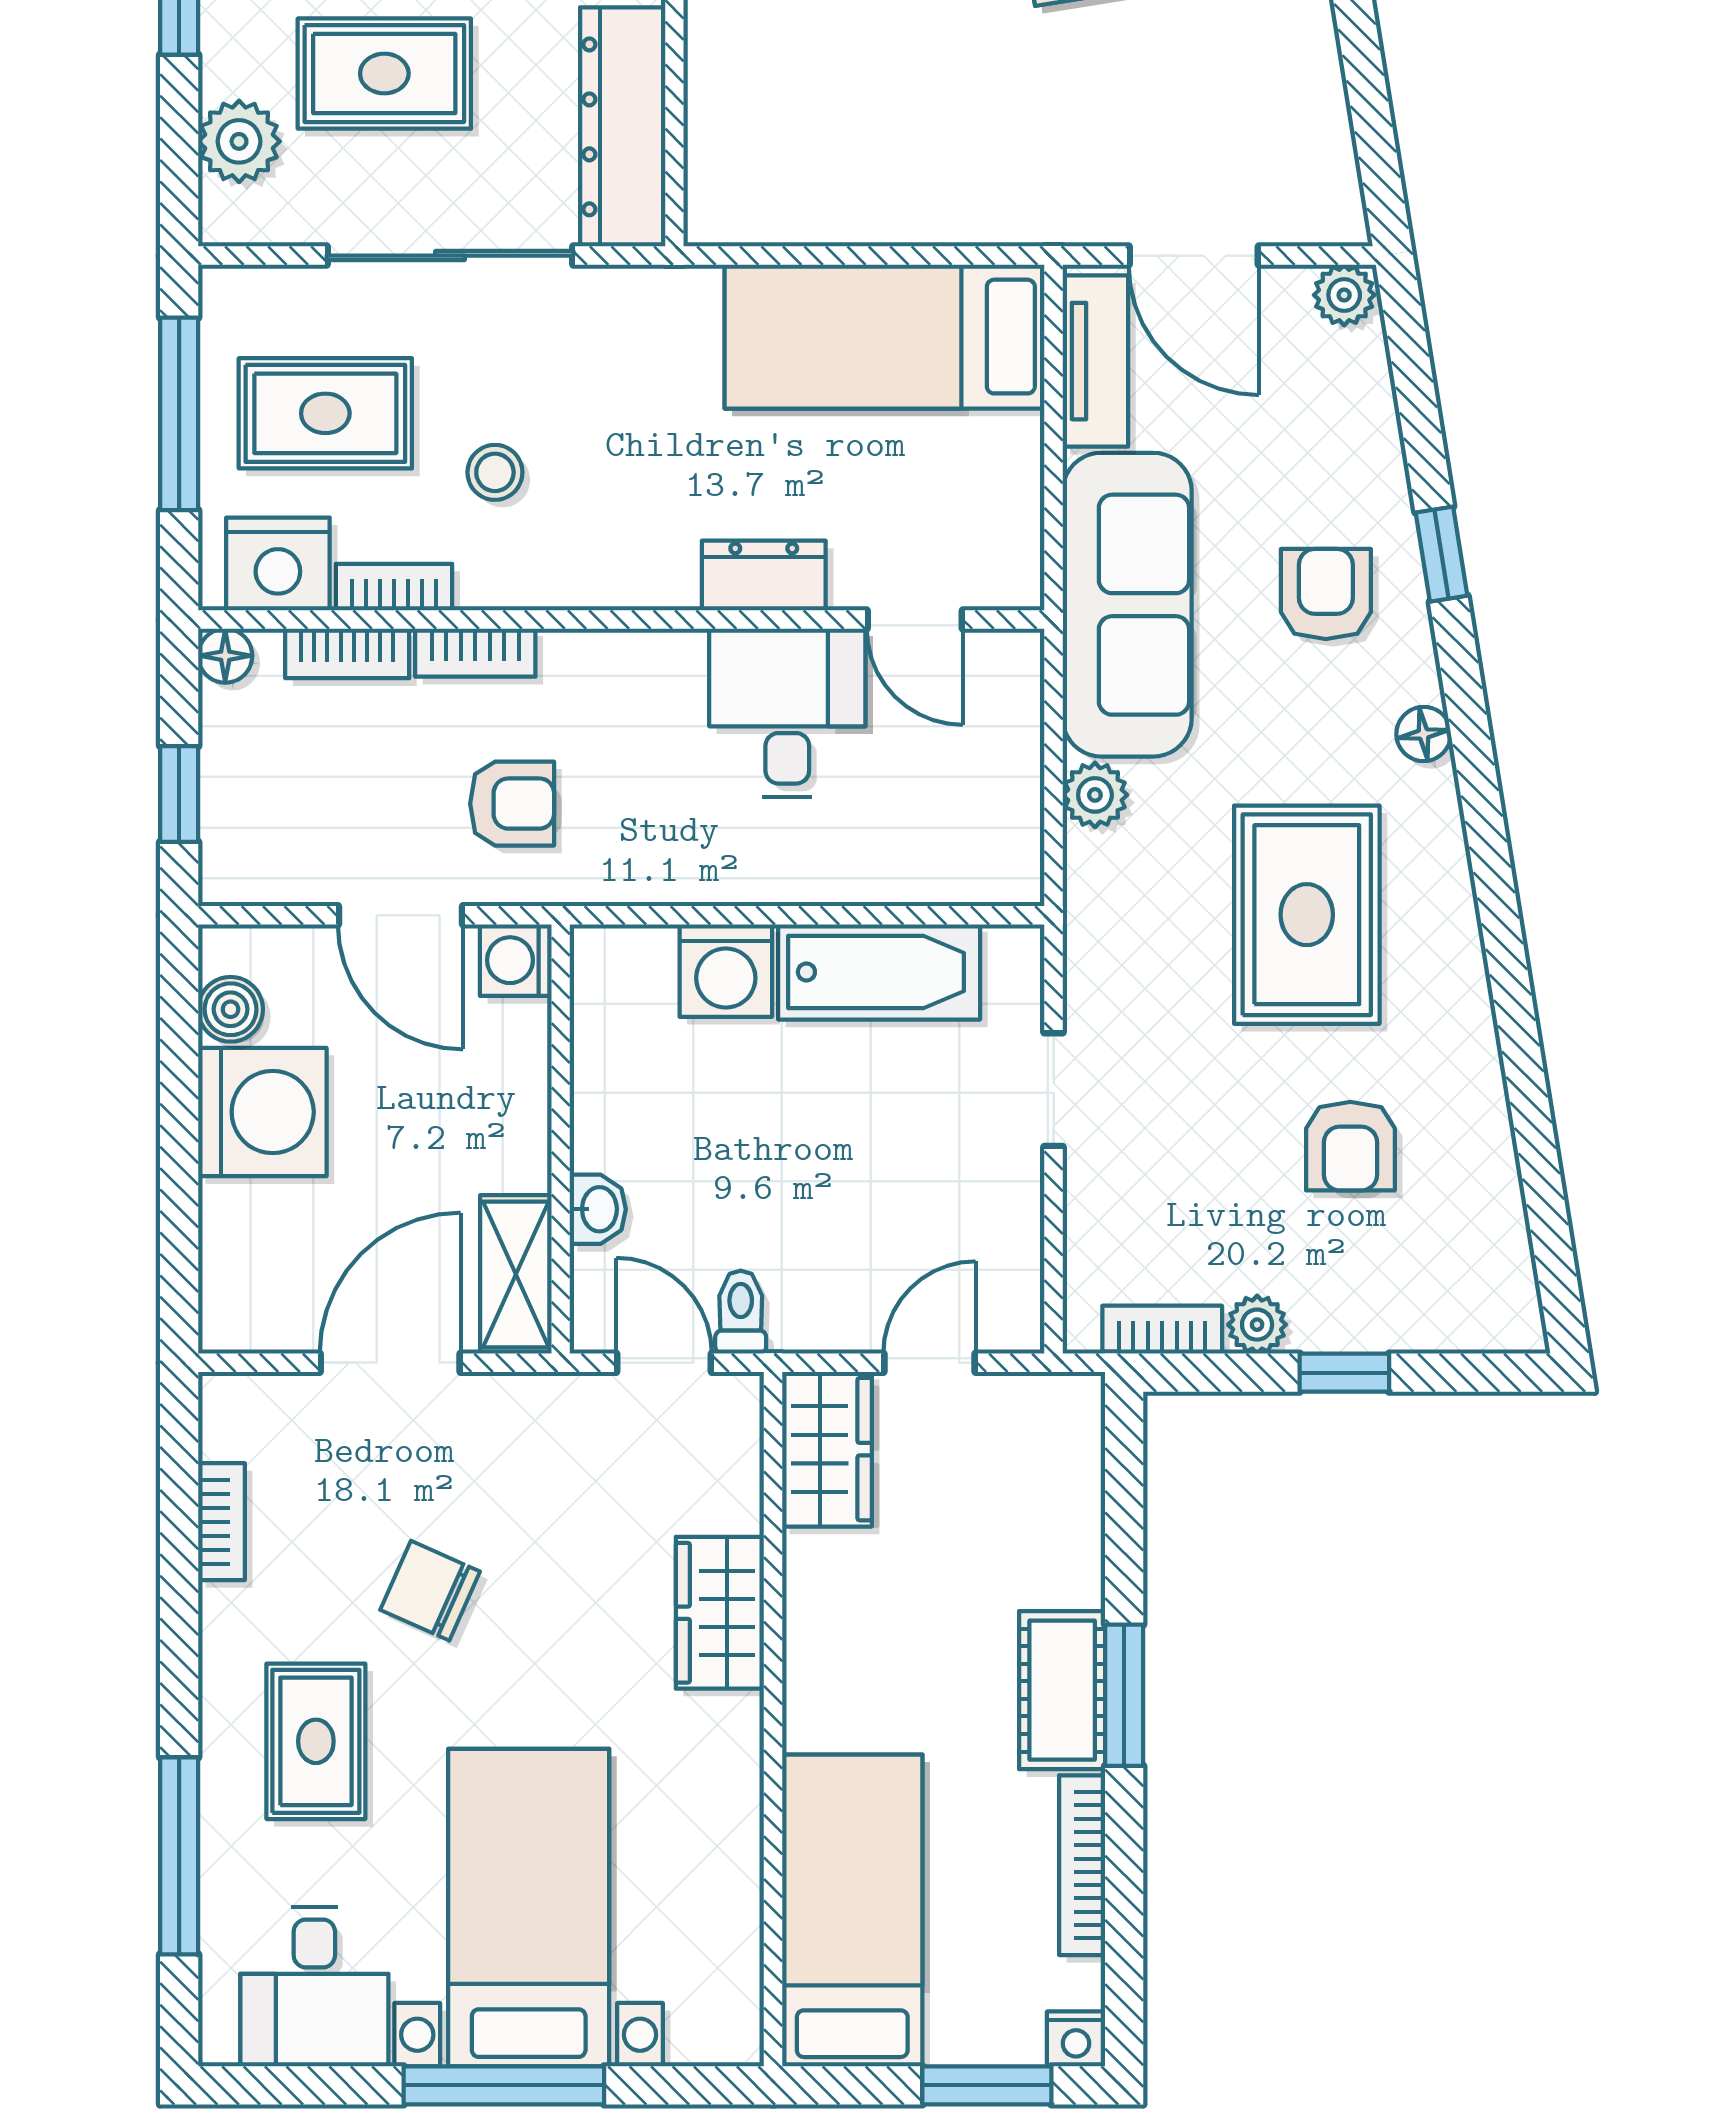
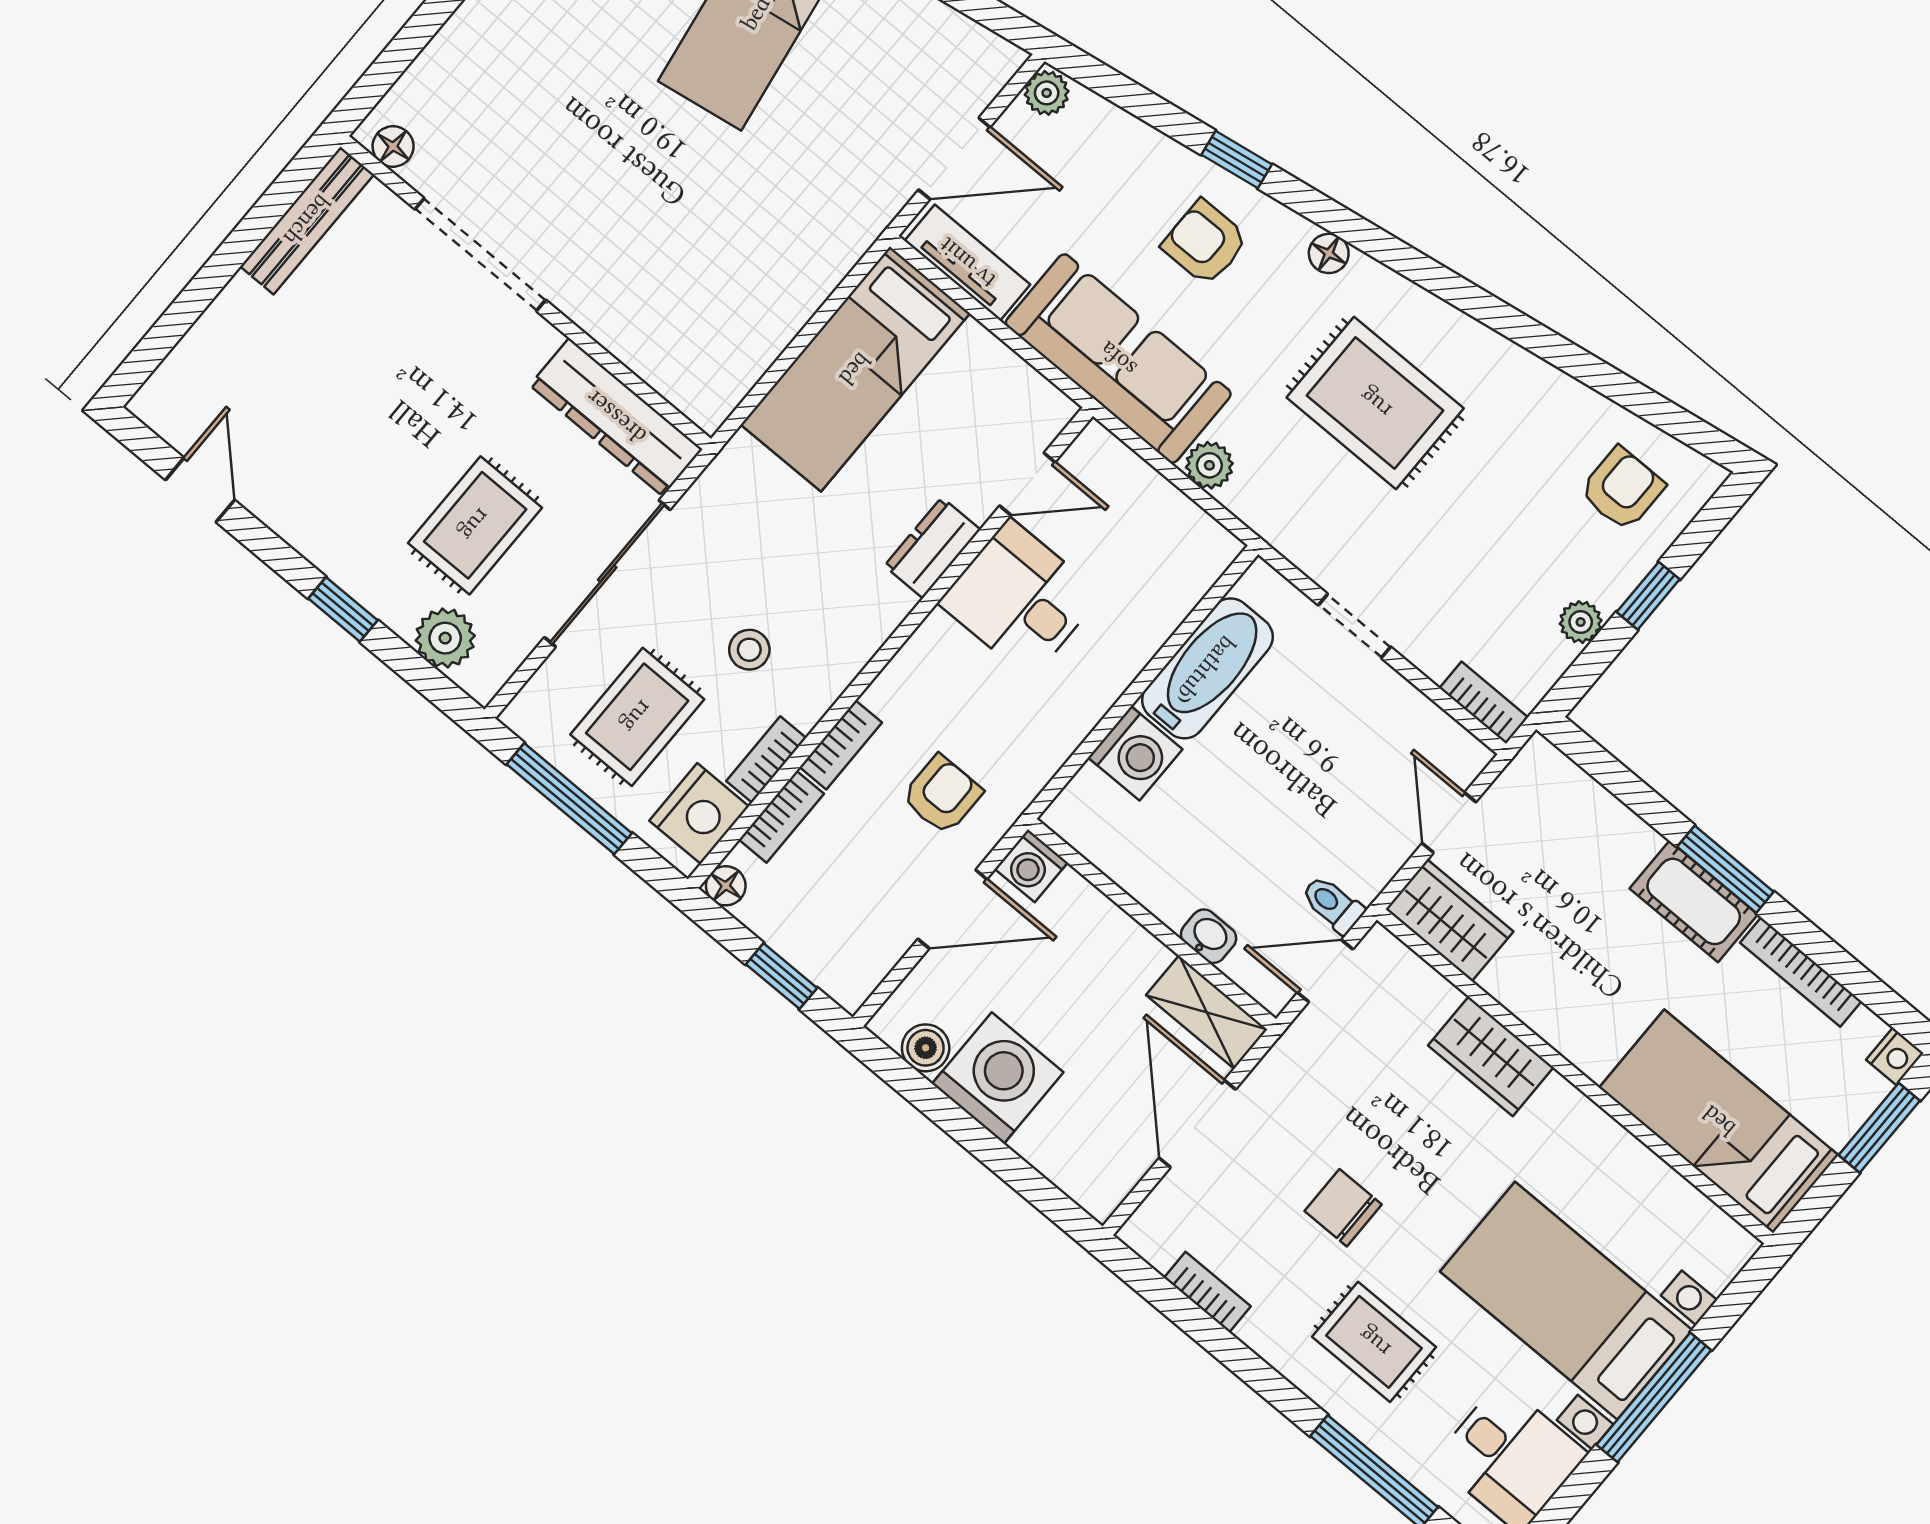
armchair: (1350, 1146) -> (1622, 489), moved, turned -90
bookcase: (1162, 1330) -> (1484, 703), moved, turned 90
chair: (430, 1591) -> (1343, 1208), turned 66

